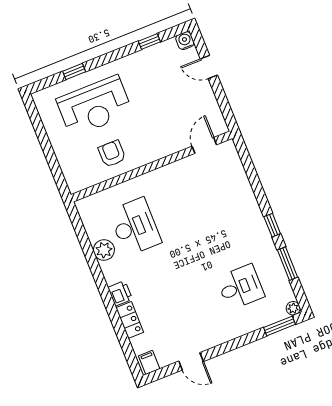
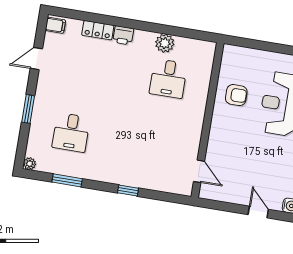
door: (209, 67) -> (258, 212), hinge flipped
window: (272, 225) -> (128, 190), moved
desk: (135, 227) -> (168, 79), width x0.73
window: (279, 326) -> (28, 109), moved

